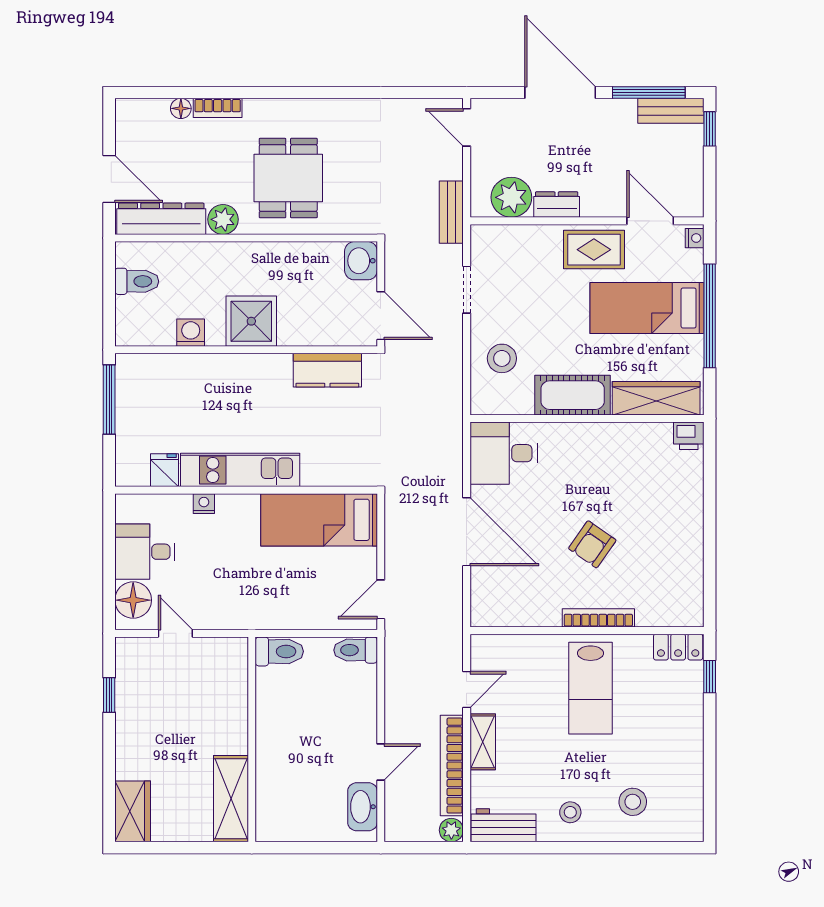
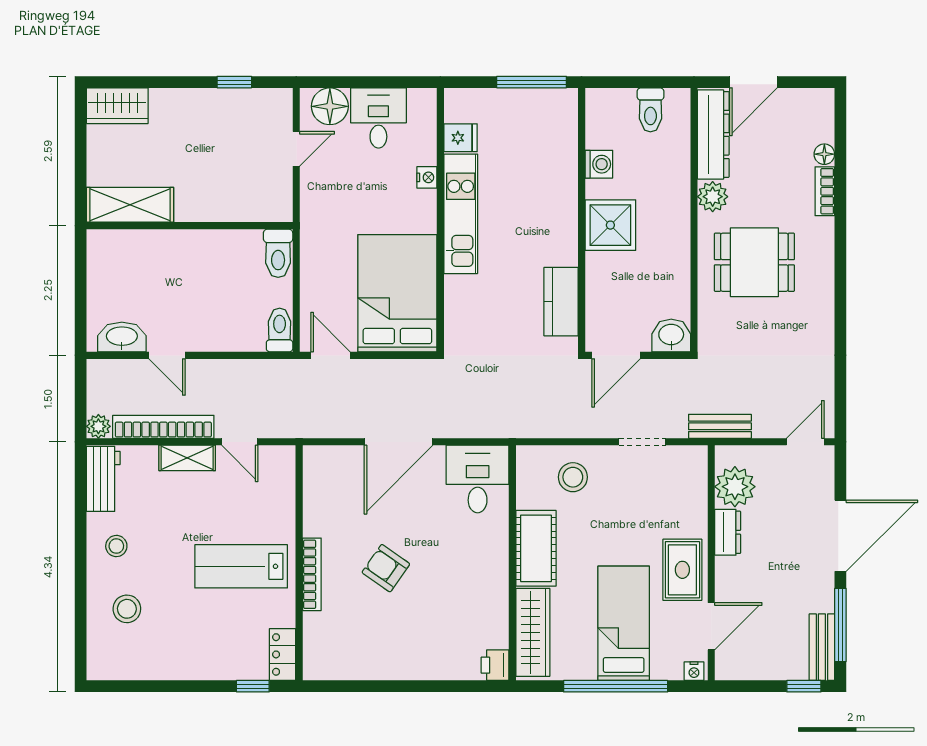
bed: (319, 520) -> (397, 293), width x1.50

